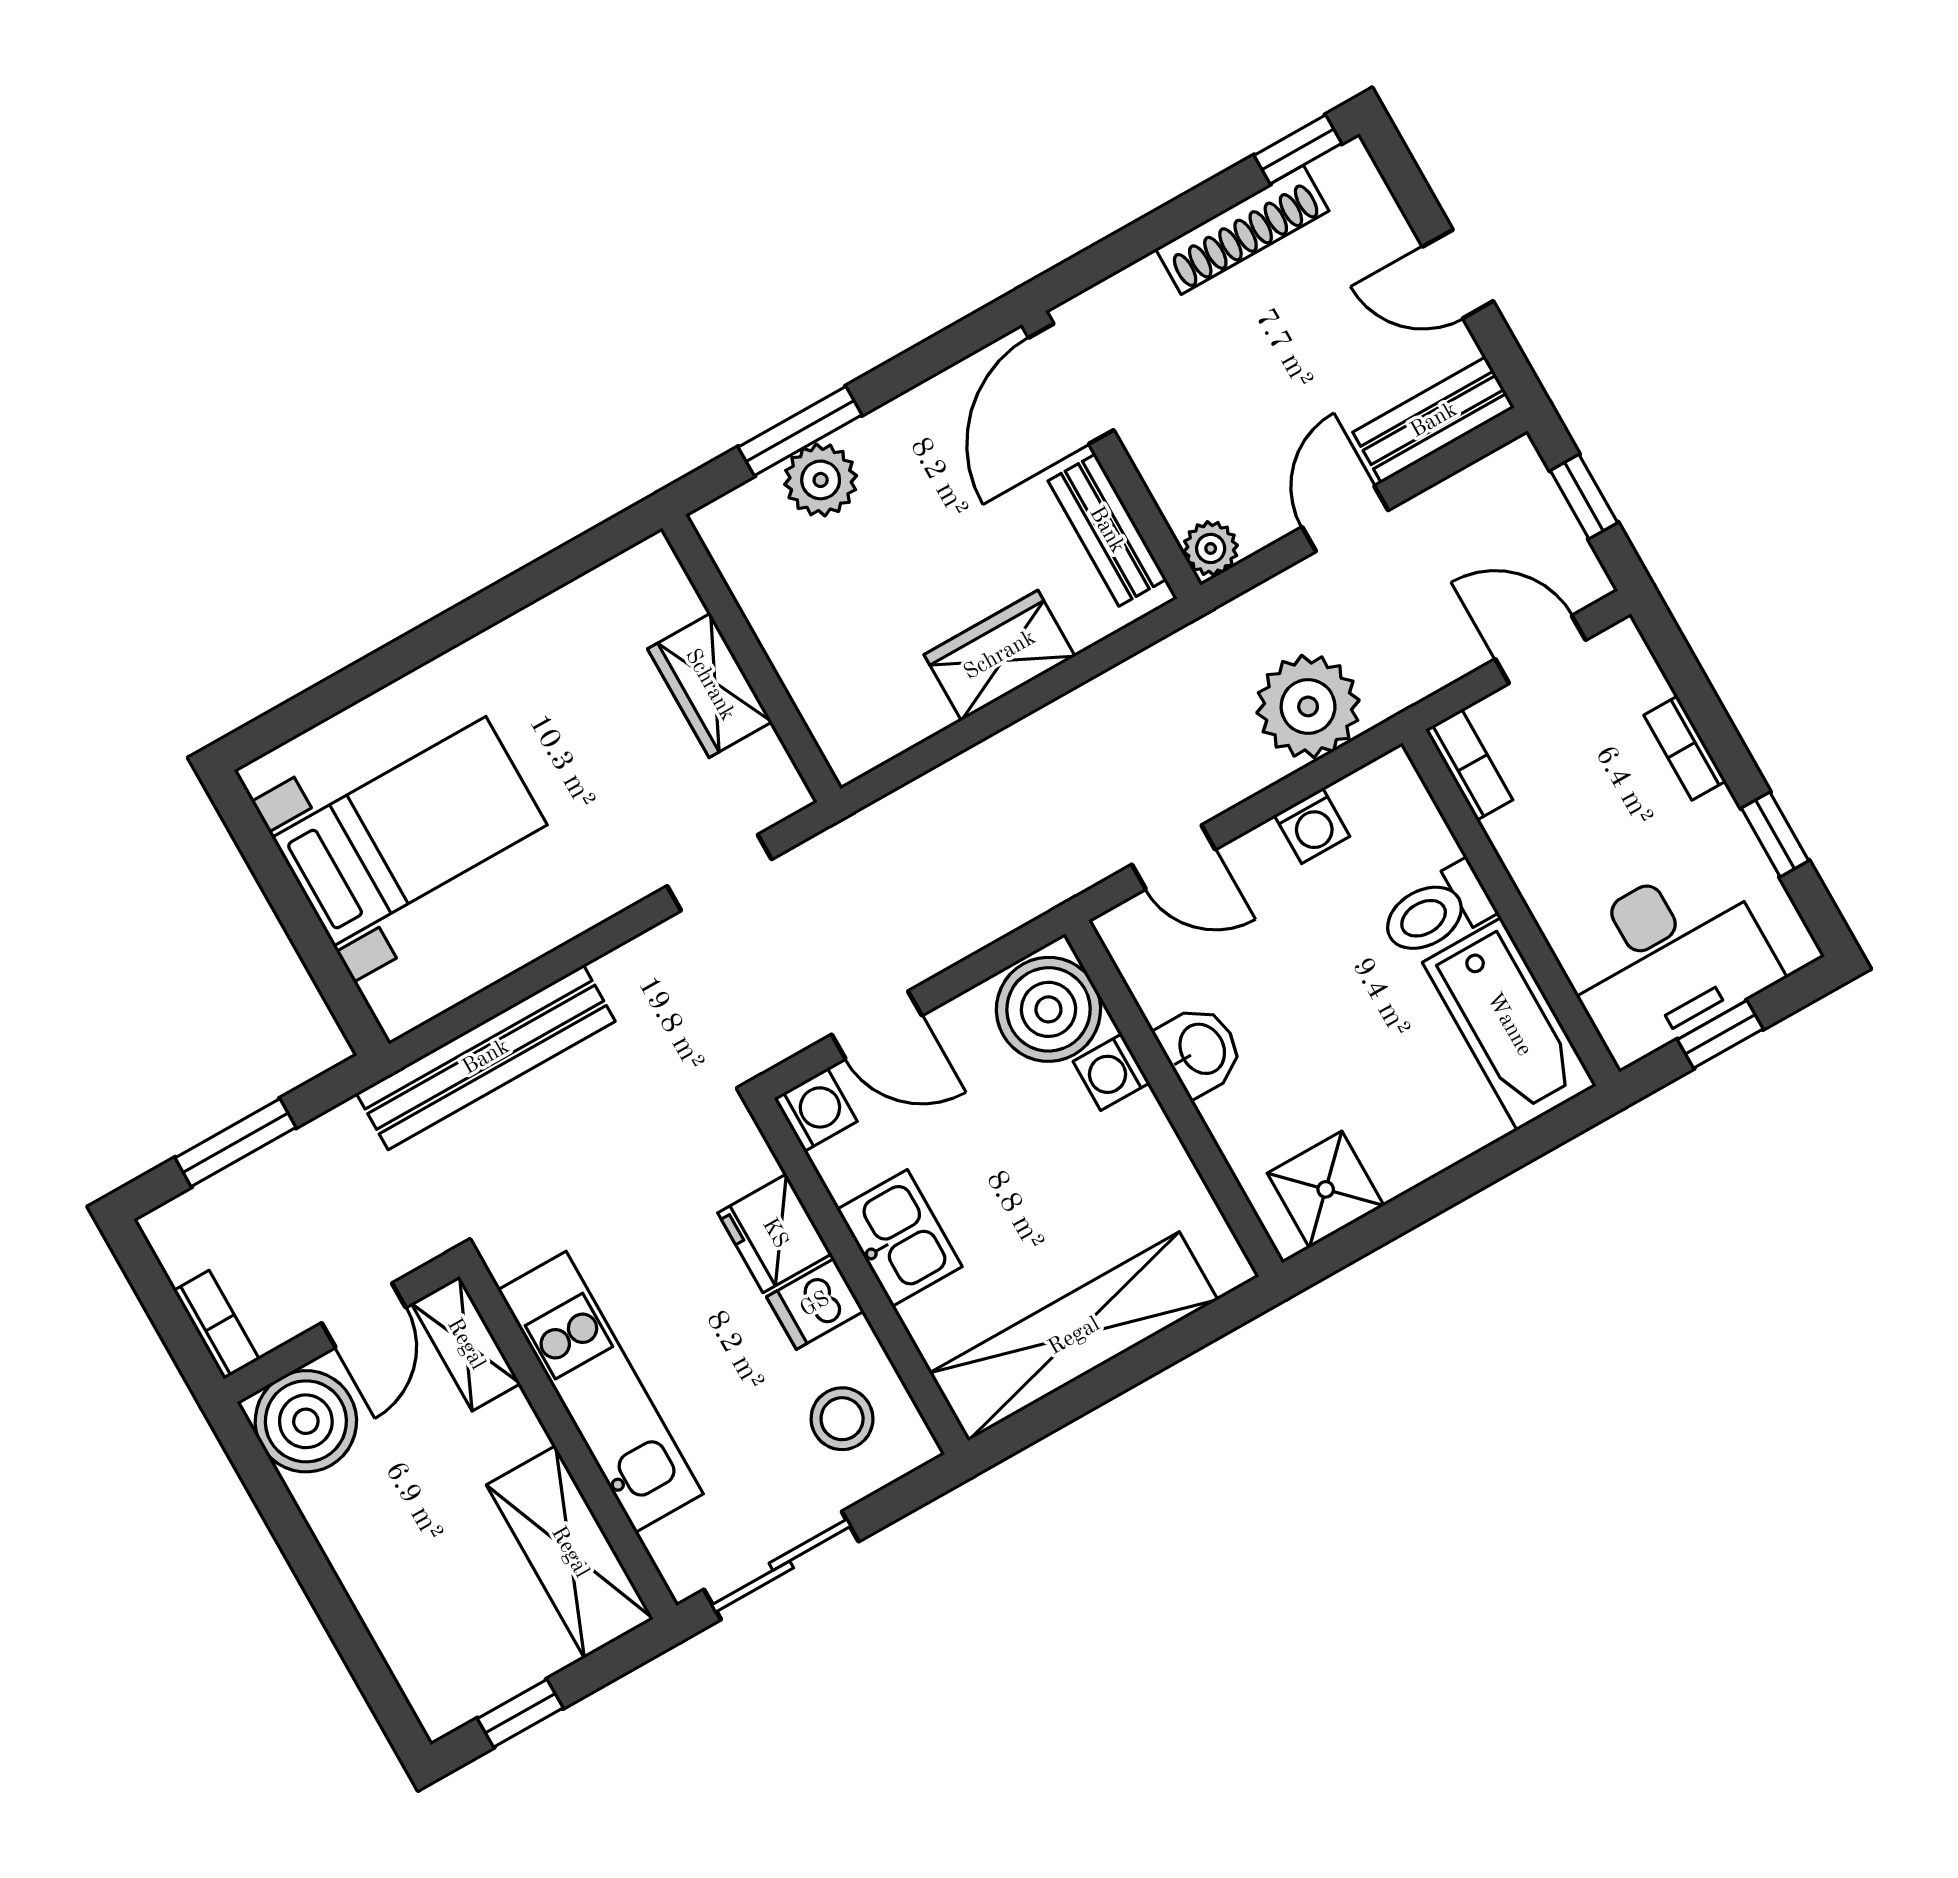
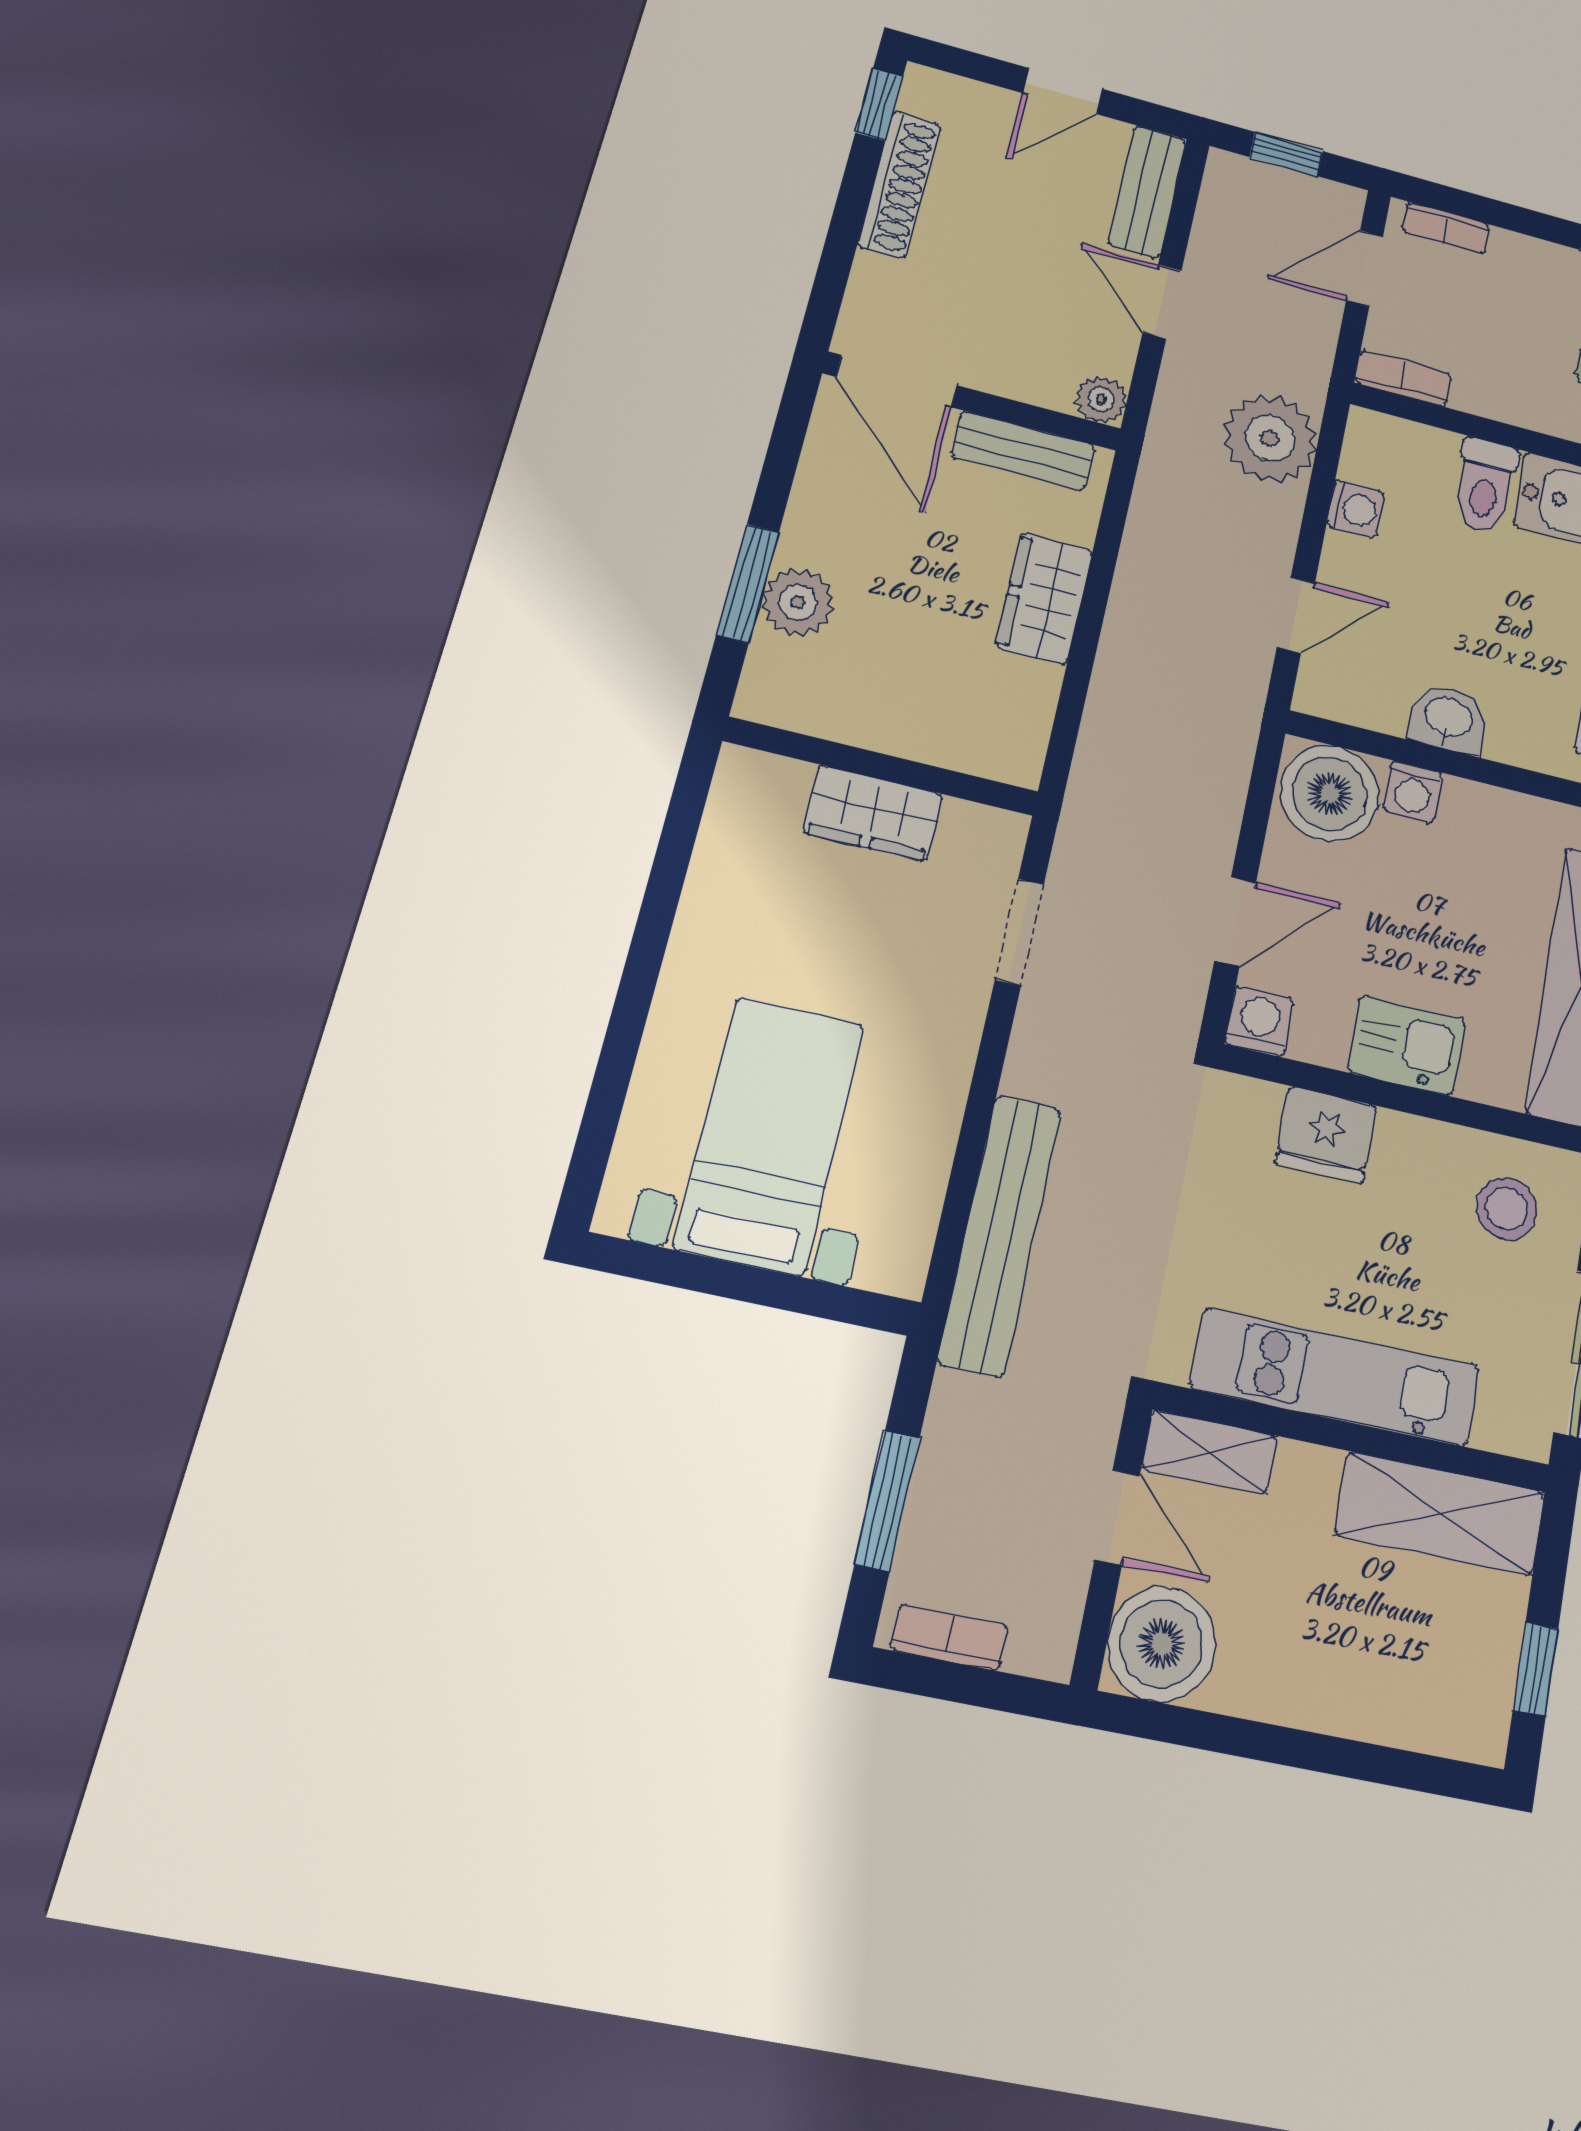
bookcase: (1685, 748) -> (1446, 228), moved
dishwasher: (815, 1304) -> (1404, 1152), removed
bookcase: (216, 1325) -> (950, 1638), moved

